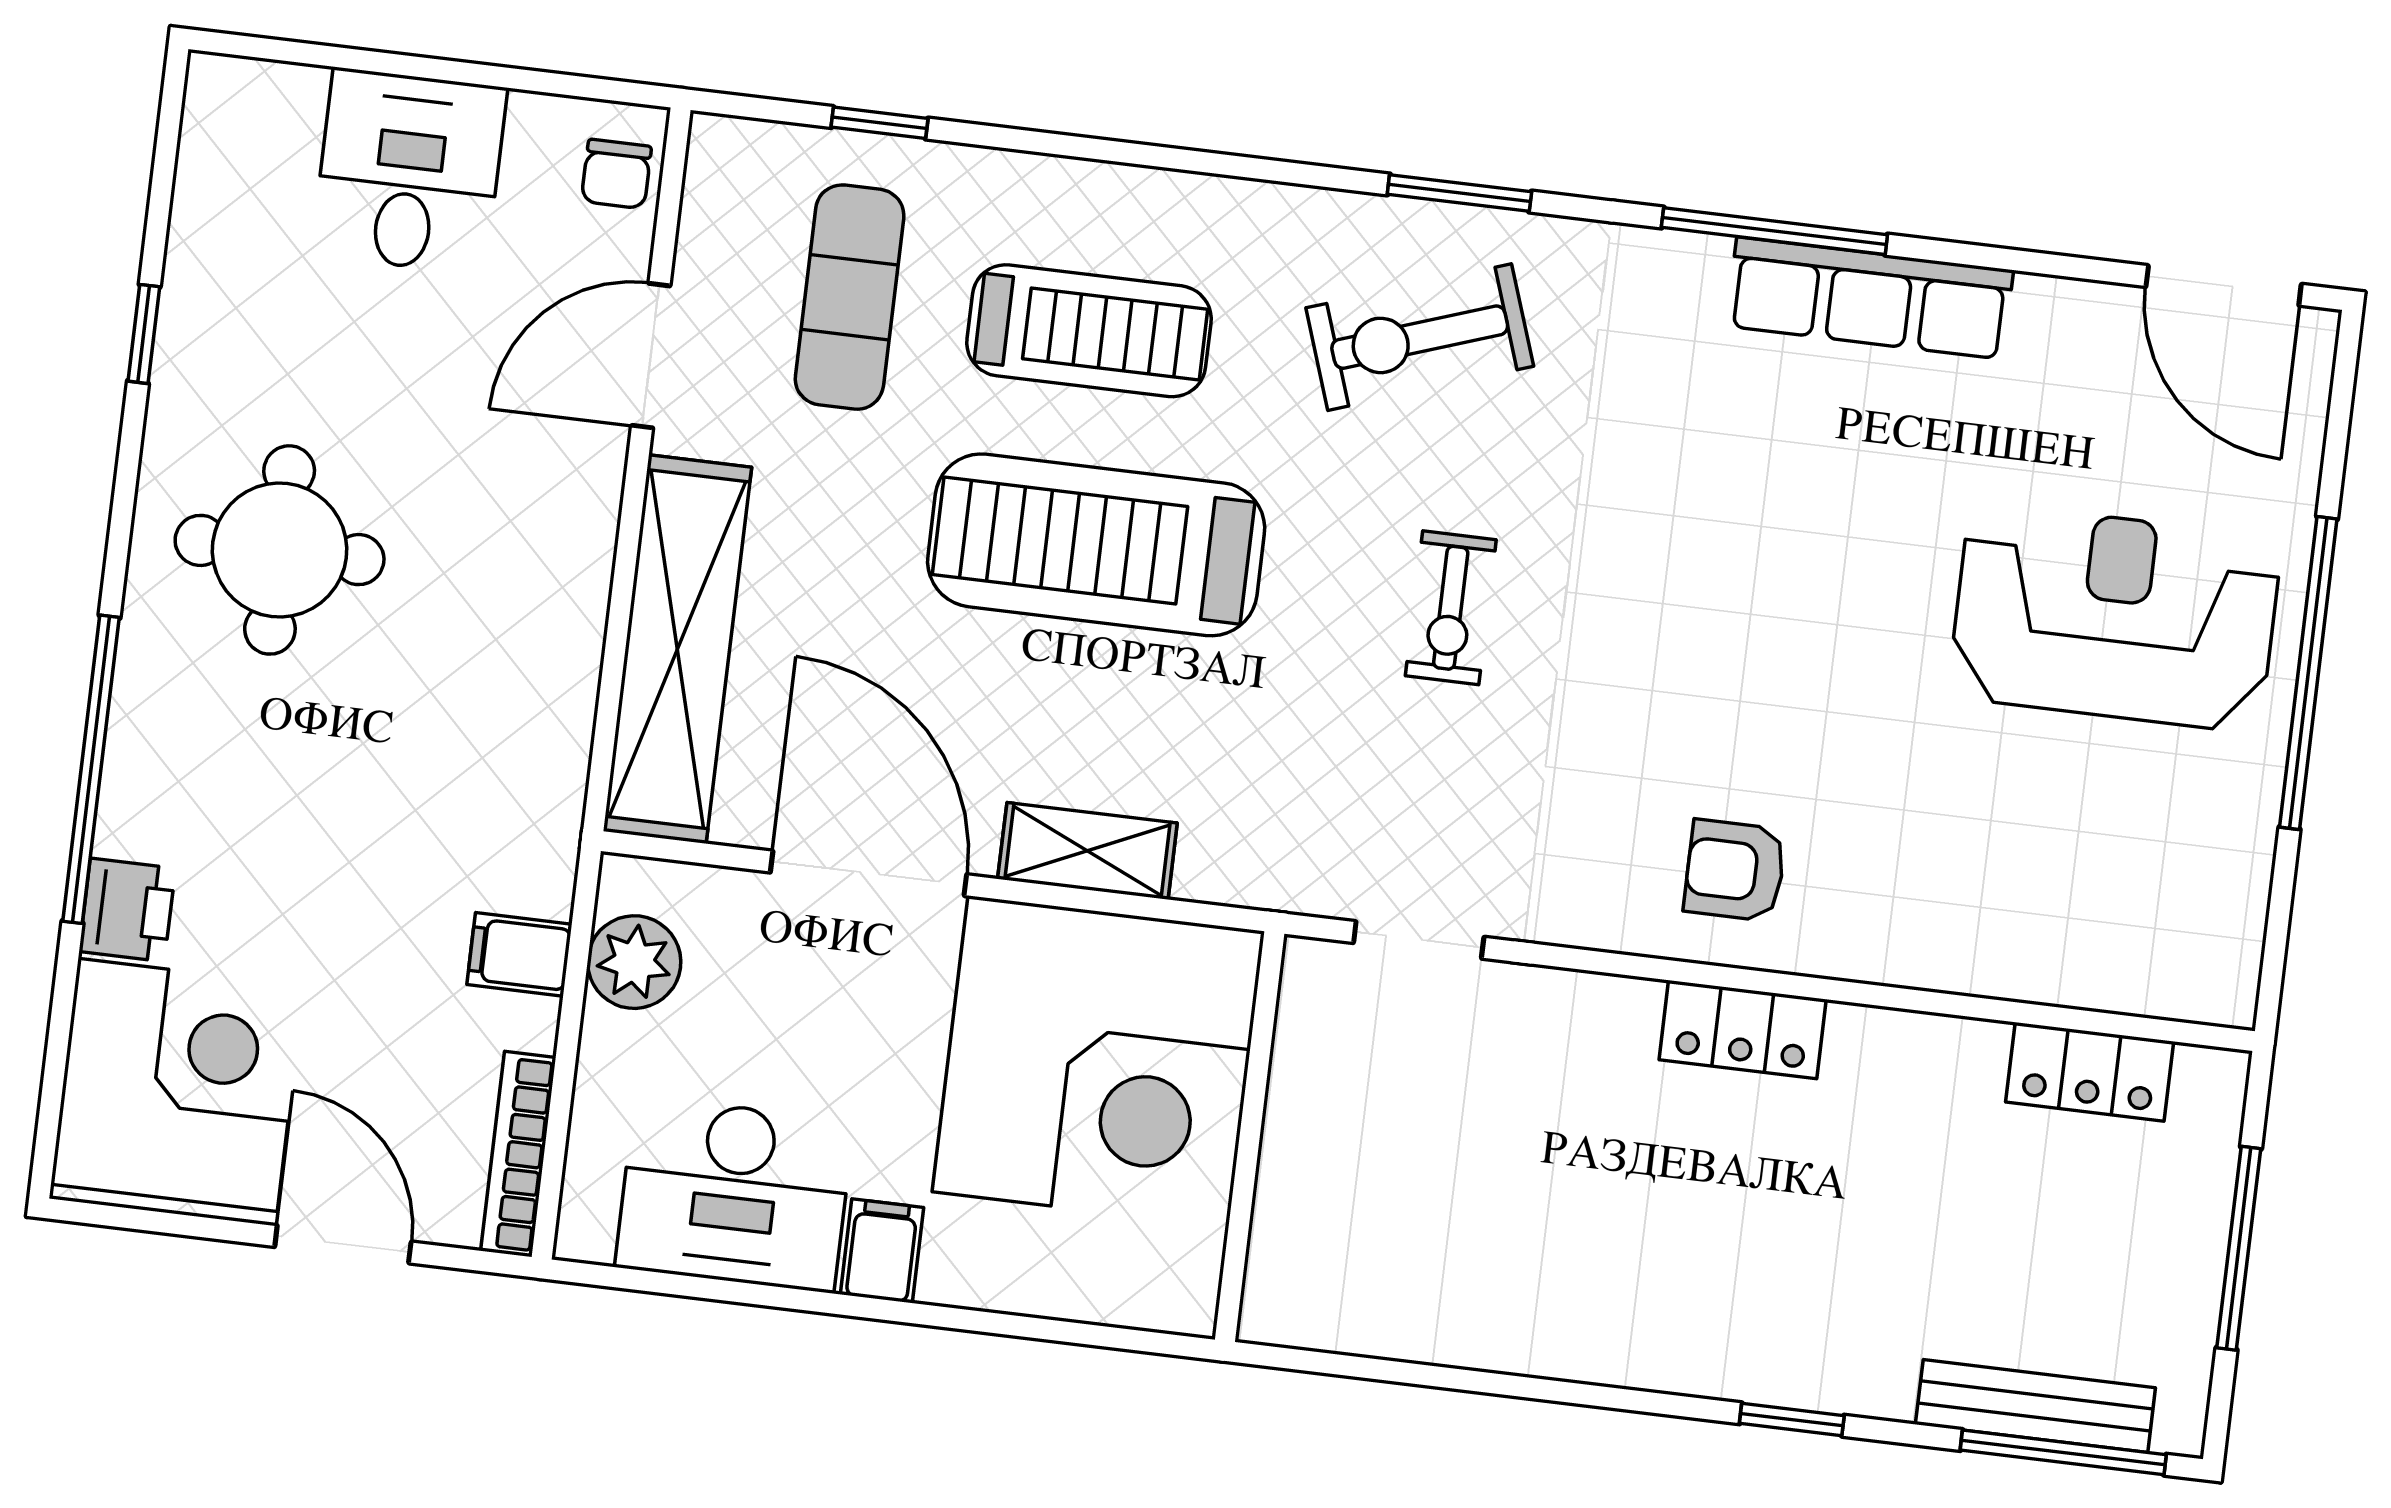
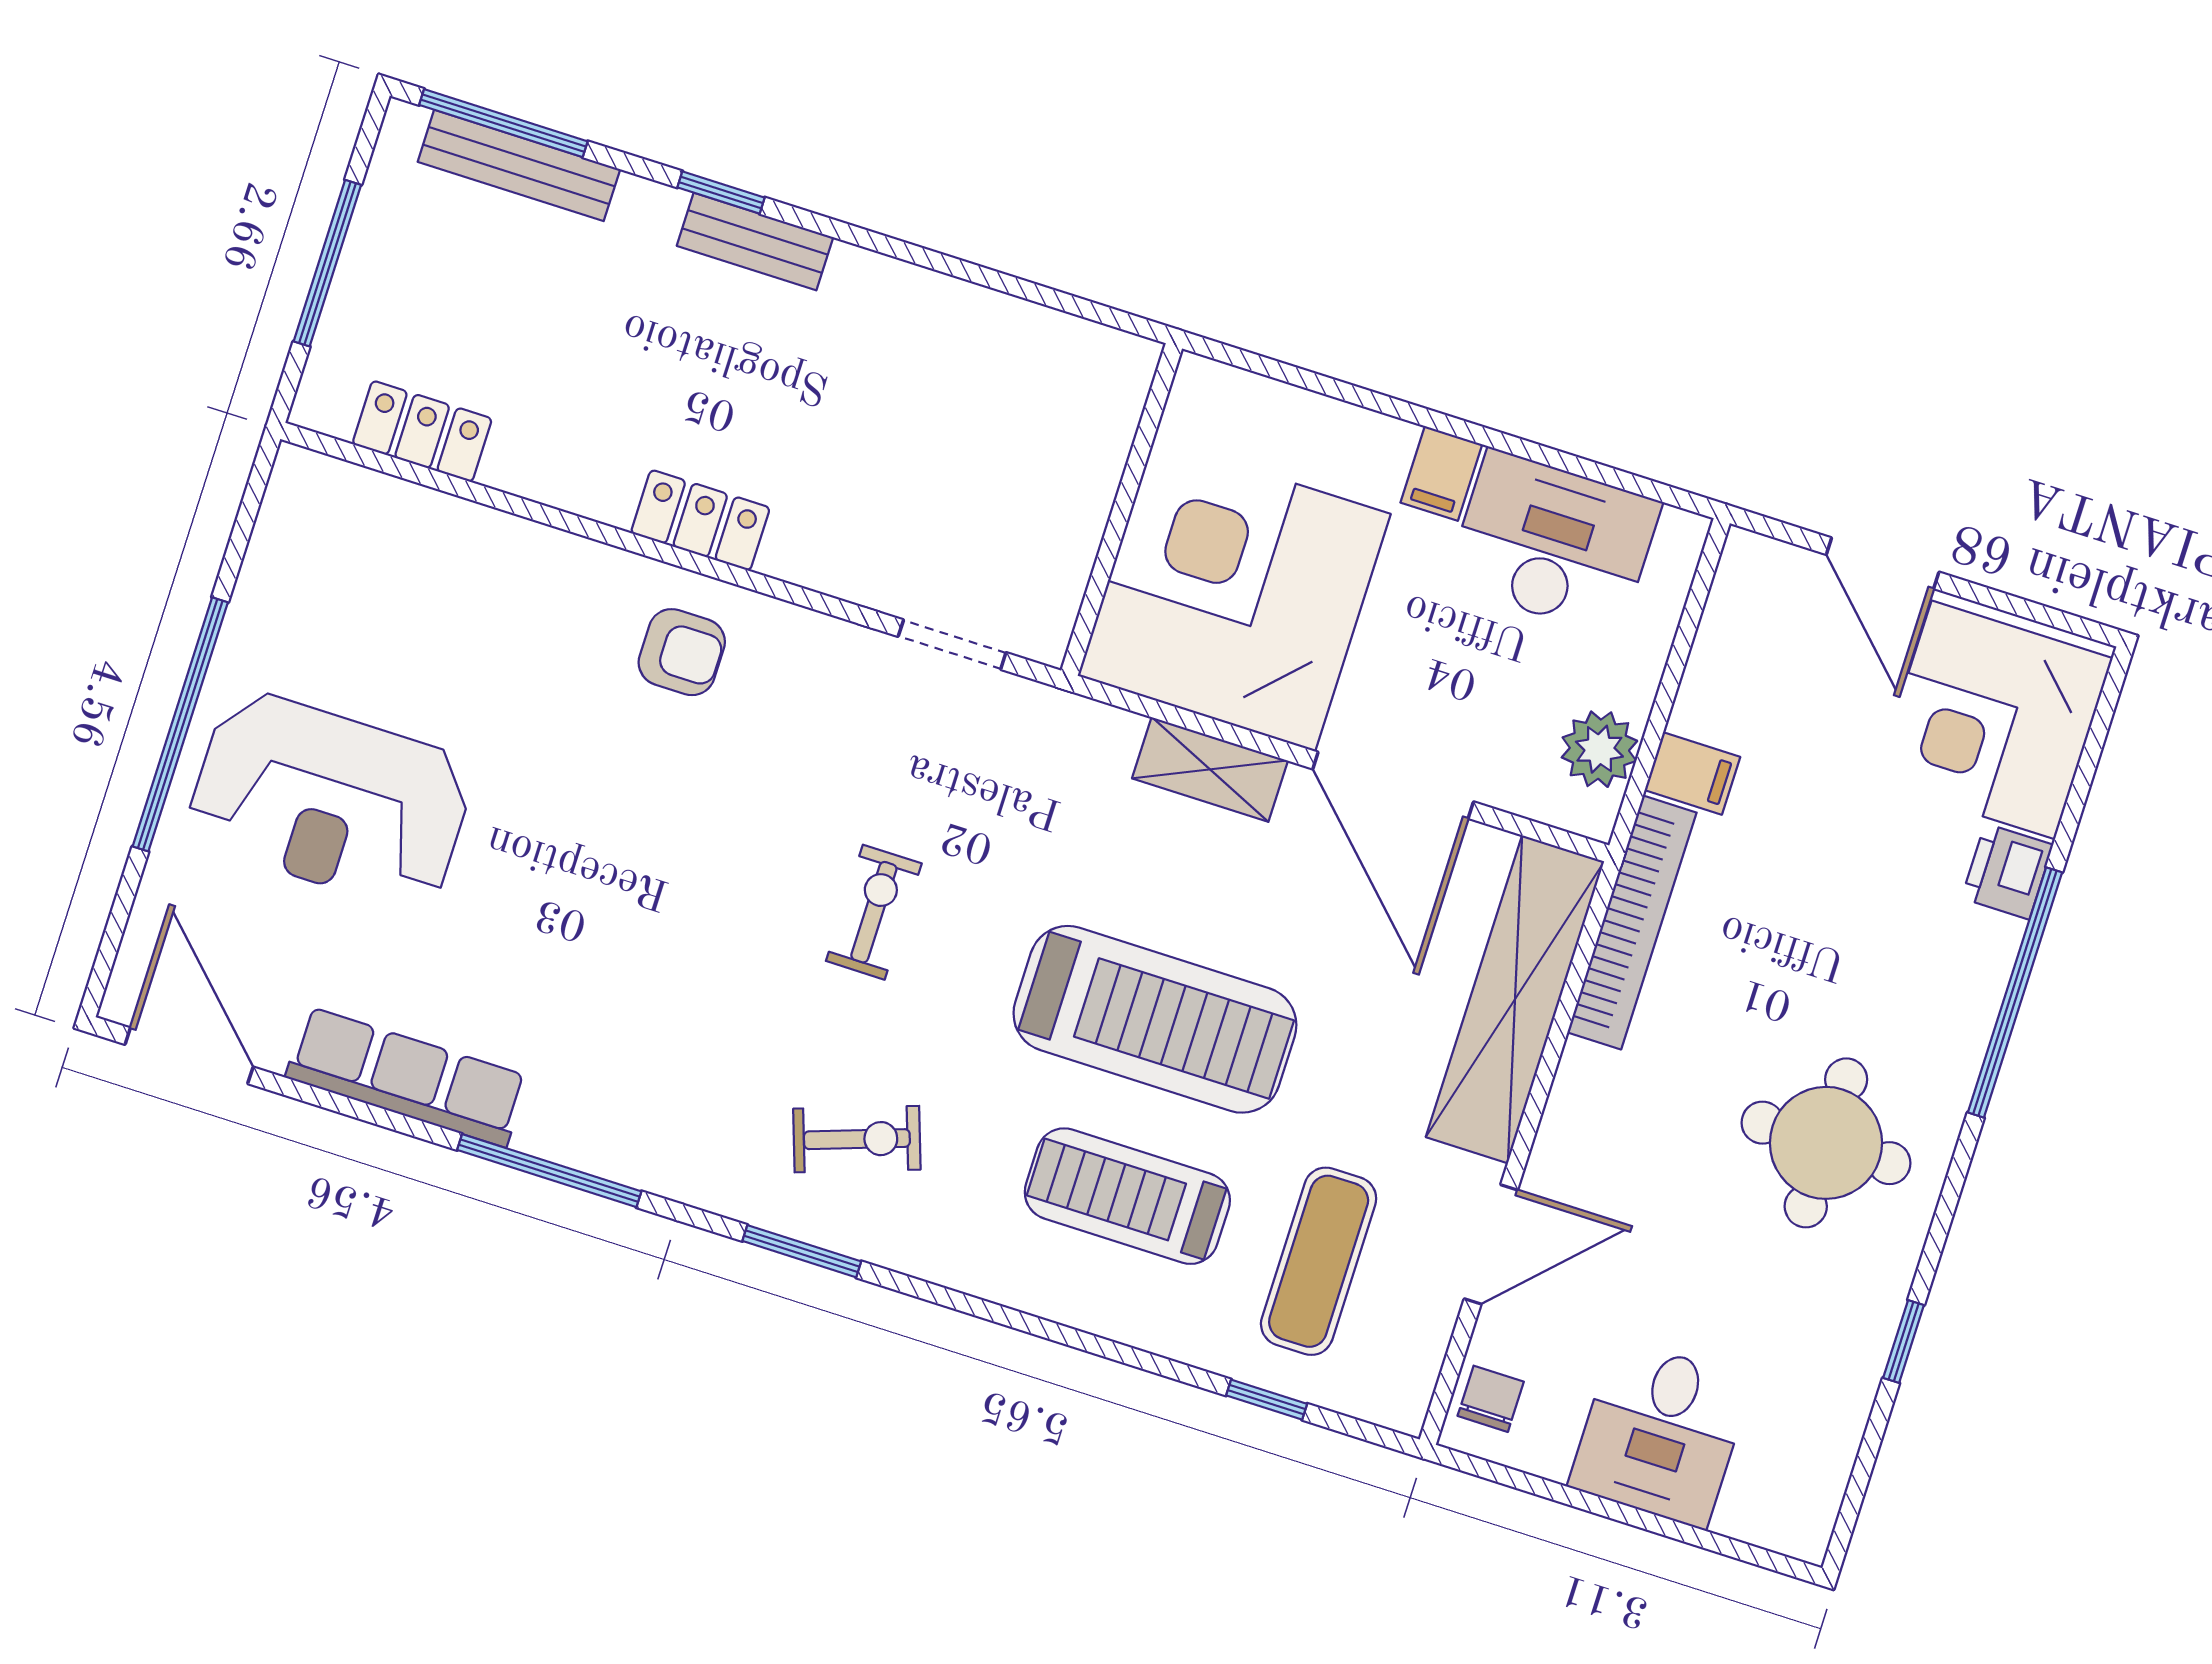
row of seats: (1870, 298) -> (407, 1077), moved
exercise bike: (1420, 337) -> (857, 1139), width x0.73, depth x0.72
bookcase: (518, 1154) -> (1632, 923), moved, width x1.48, depth x1.31
bench: (1741, 1370) -> (755, 241), added

